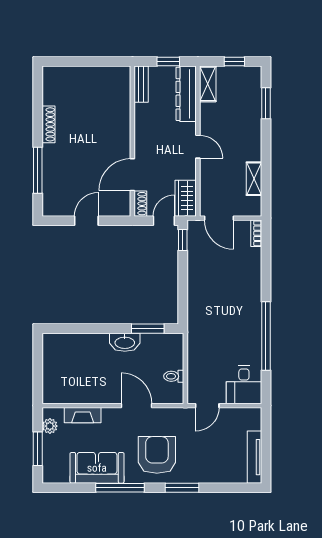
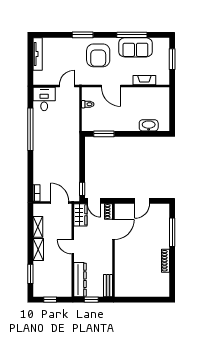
shelving: (208, 84) -> (38, 249), moved
door: (164, 221) -> (94, 201), hinge flipped
washbasin: (125, 342) -> (149, 125), moved
plant: (50, 426) -> (165, 73), removed
window: (120, 488) -> (132, 35), moved

